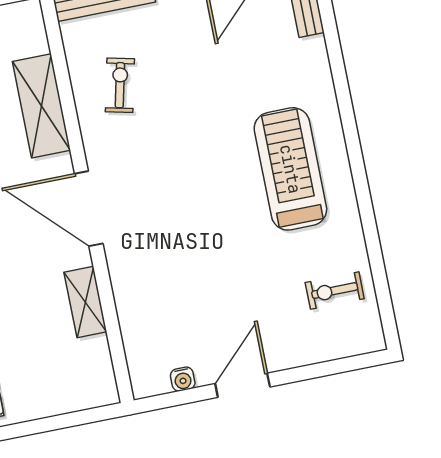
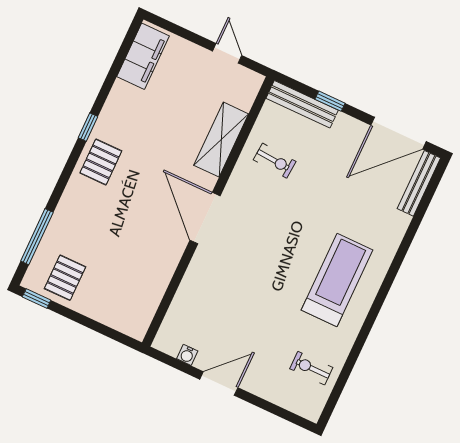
exercise bike: (120, 85) -> (275, 161), turned 81
shelving: (85, 302) -> (164, 270), removed

